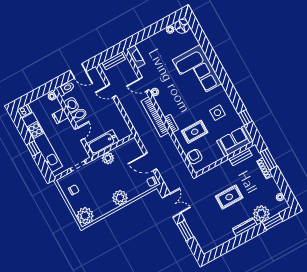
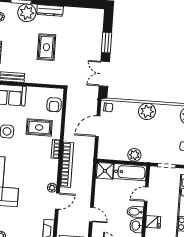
door: (144, 84) -> (57, 201), hinge flipped
shower: (123, 131) -> (105, 171), added
door: (150, 162) -> (98, 126), swing flipped
rug: (229, 197) -> (46, 47), turned 90

